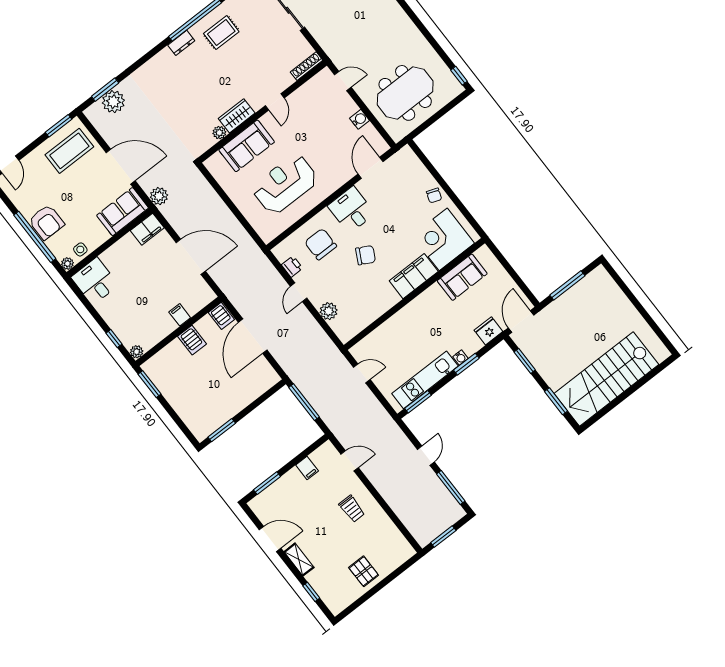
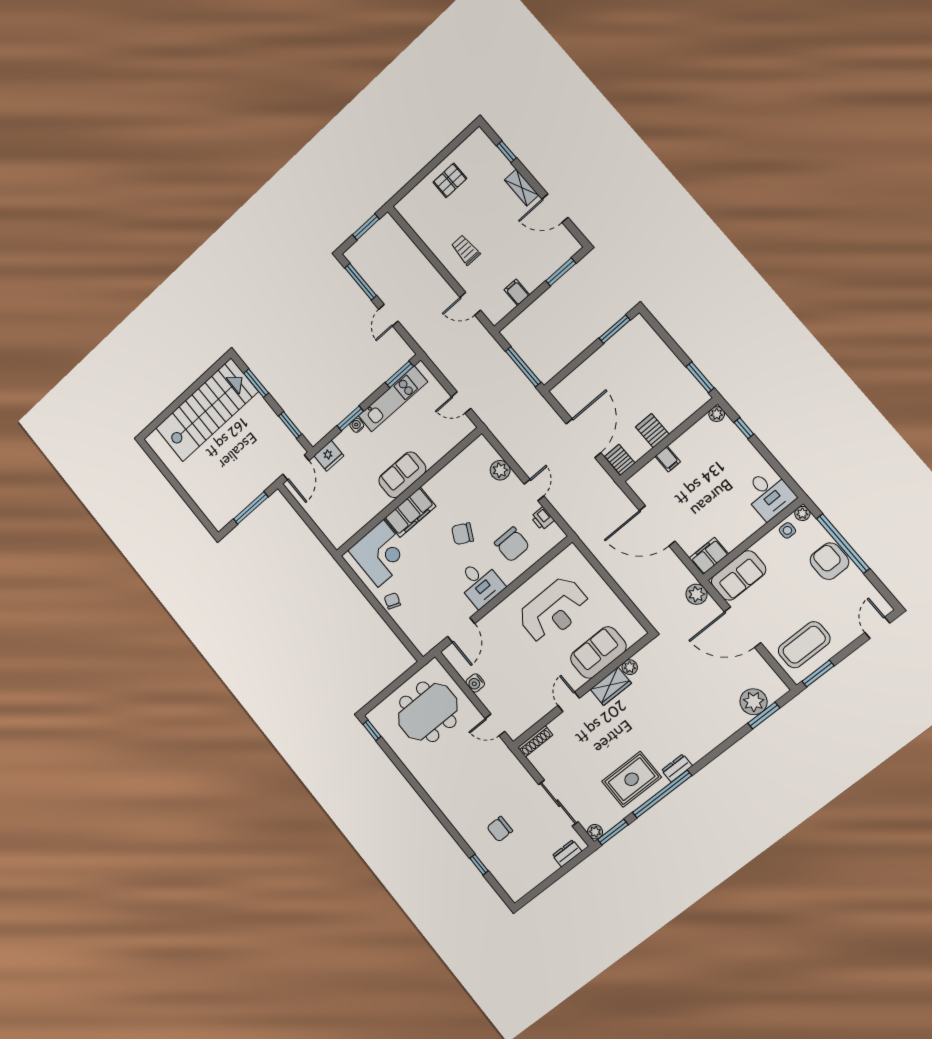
rug: (221, 33) -> (632, 779), width x1.36, depth x1.43
sofa: (462, 277) -> (402, 475), moved
pallet: (364, 571) -> (450, 180), turned 90

